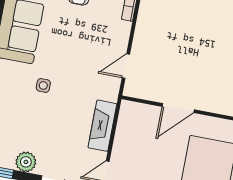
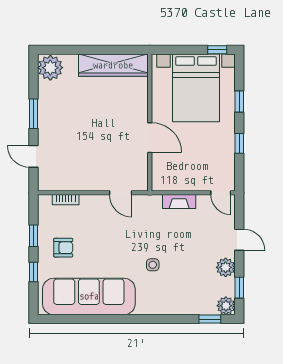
fireplace: (102, 126) -> (179, 201), width x0.73, depth x0.76

